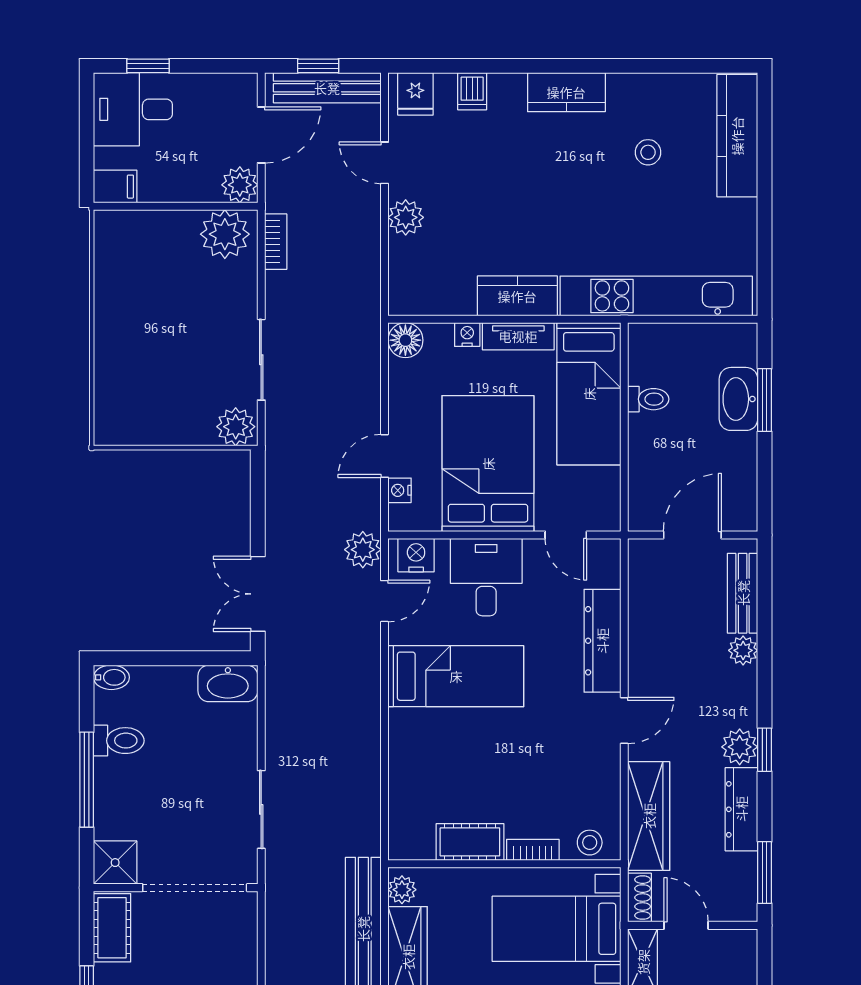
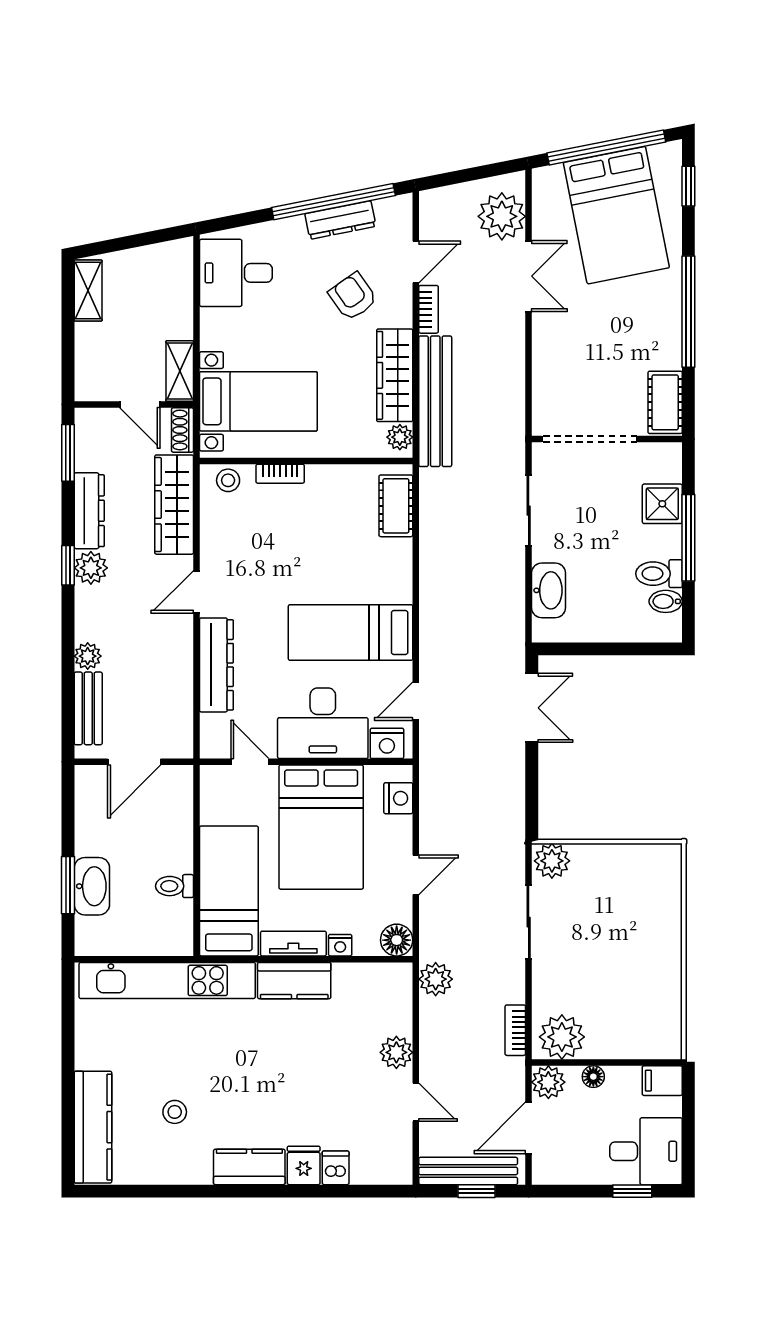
fridge: (415, 94) -> (304, 1165), moved
floor lamp: (191, 191) -> (593, 1077), added
door: (385, 456) -> (416, 875), moved
nightstand: (400, 490) -> (398, 798), width x1.39, depth x1.35
plant: (363, 550) -> (436, 979), moved
desk: (486, 577) -> (323, 723), width x1.37
bidet: (111, 677) -> (666, 601), moved
washbasin: (228, 683) -> (549, 590), moved, turned 90
cot: (470, 842) -> (396, 506), moved, turned 90
shower: (115, 863) -> (662, 504), moved

